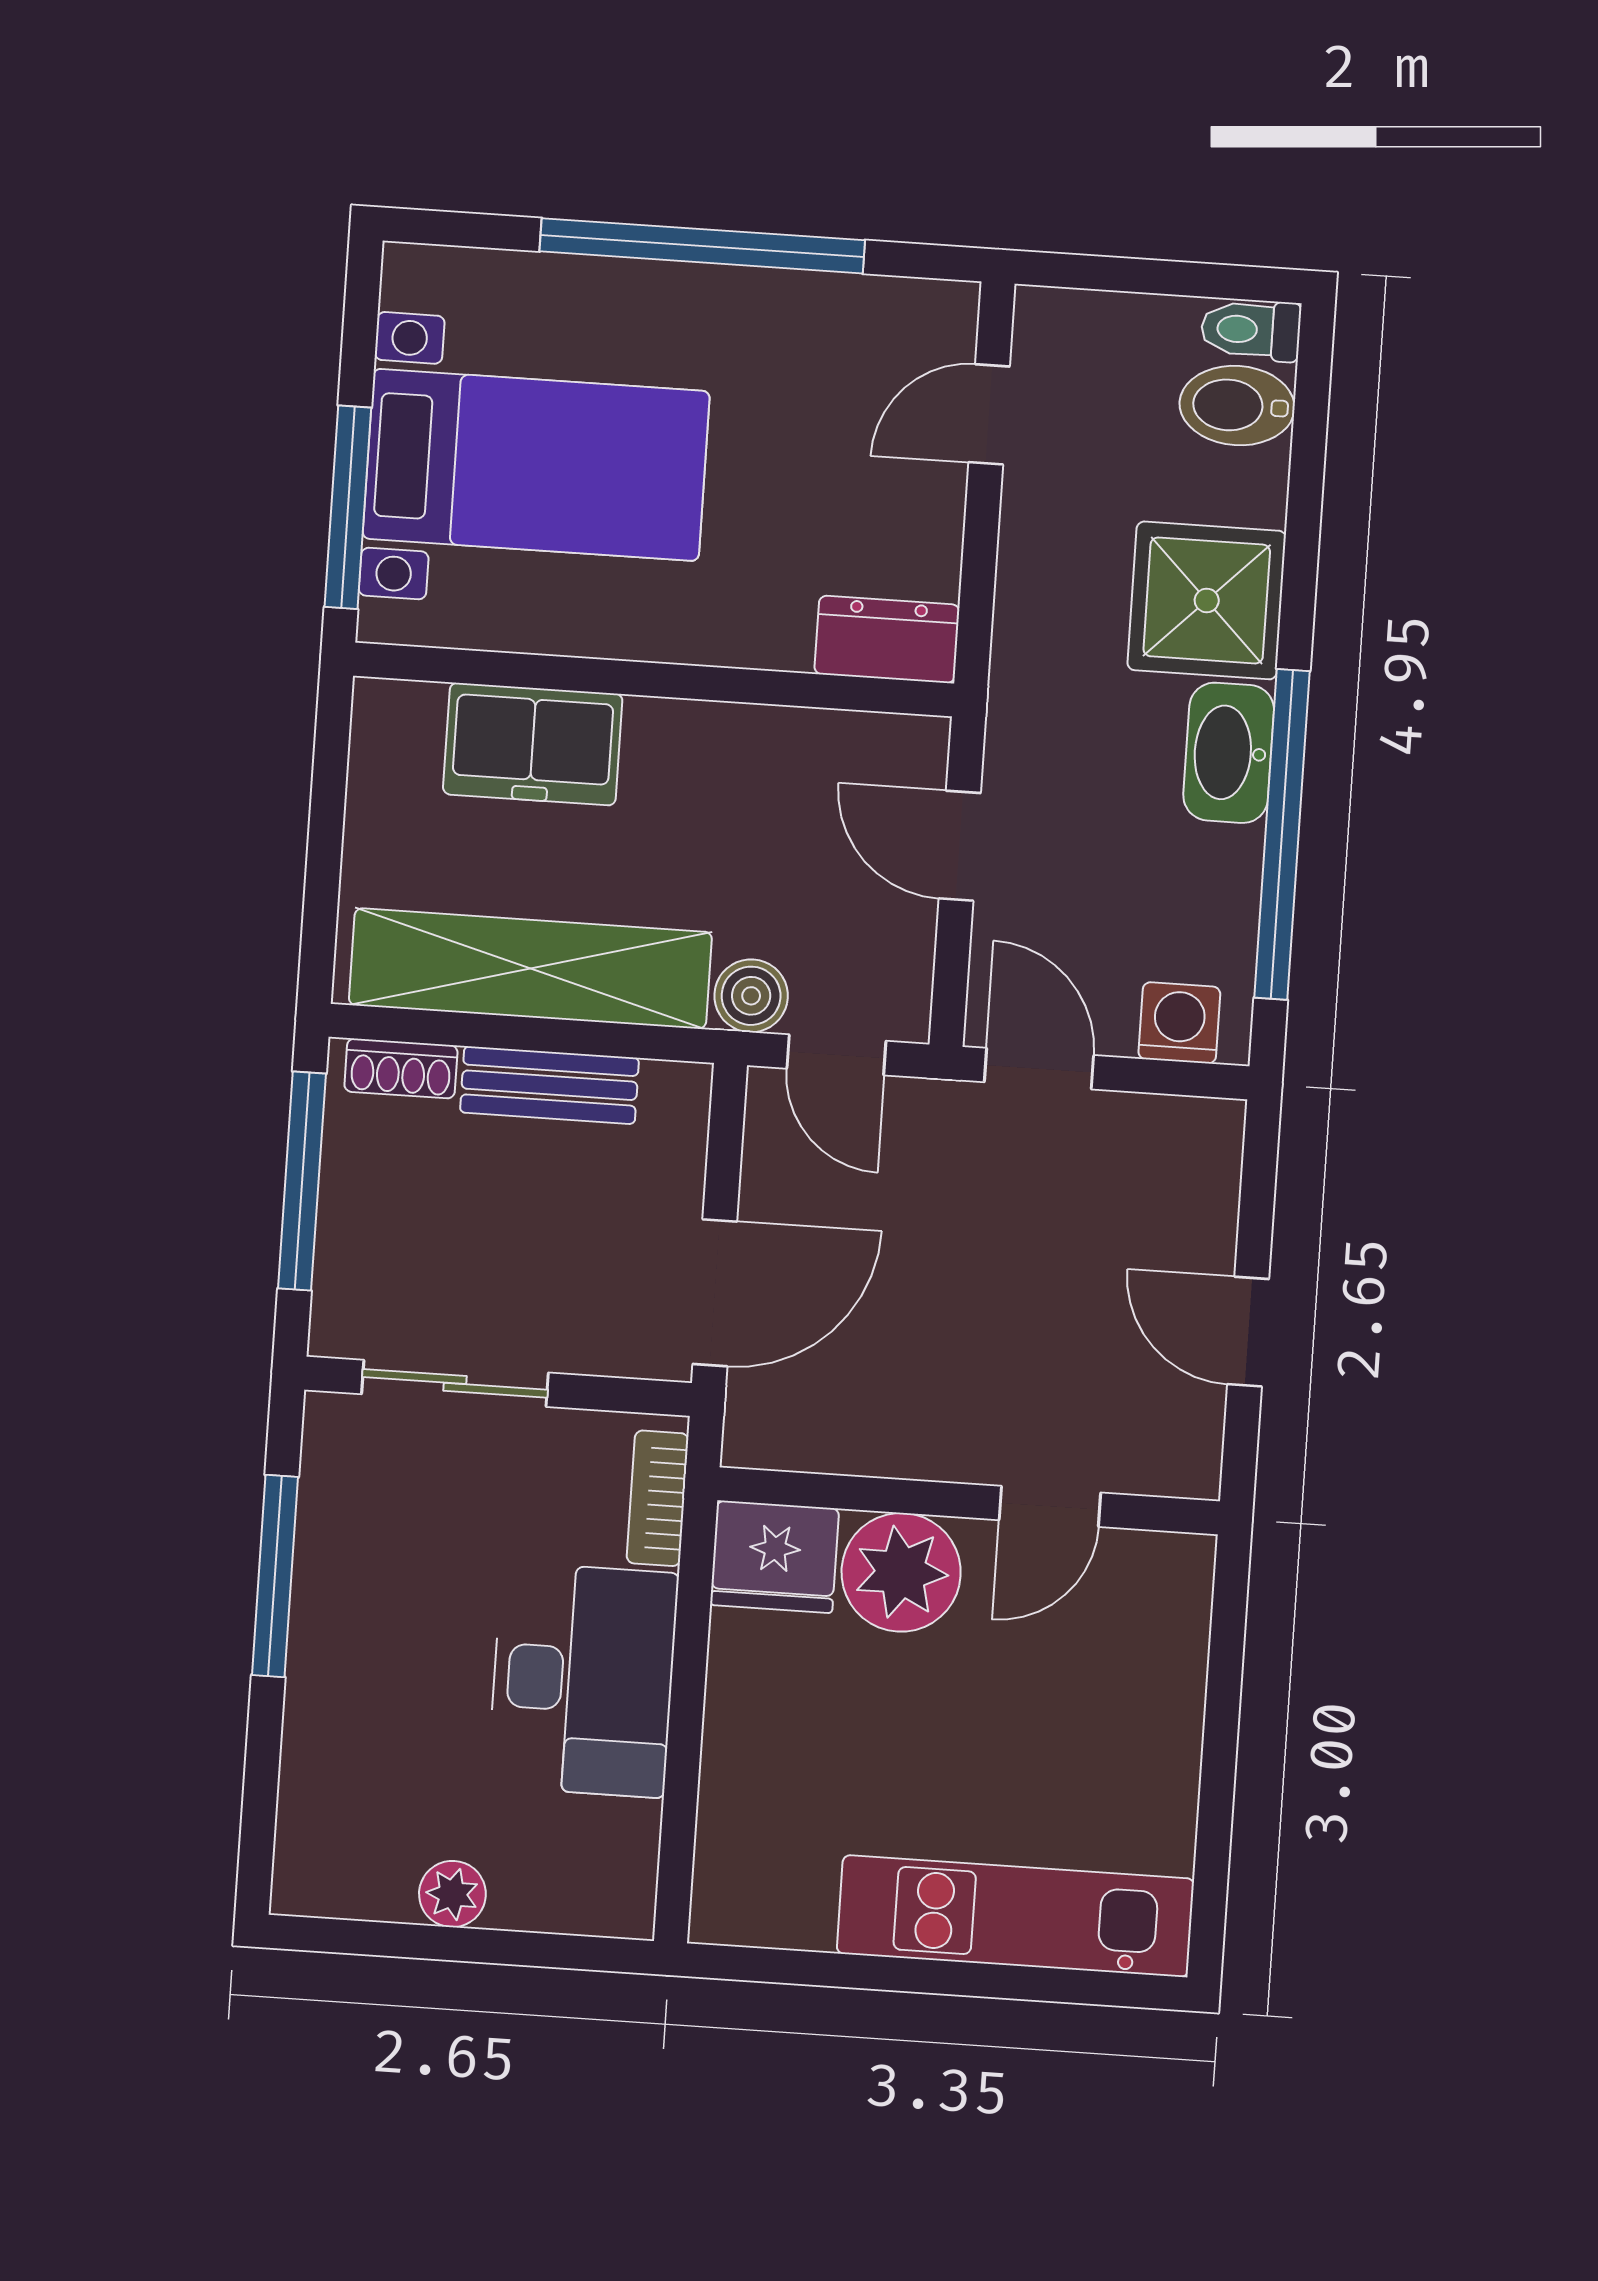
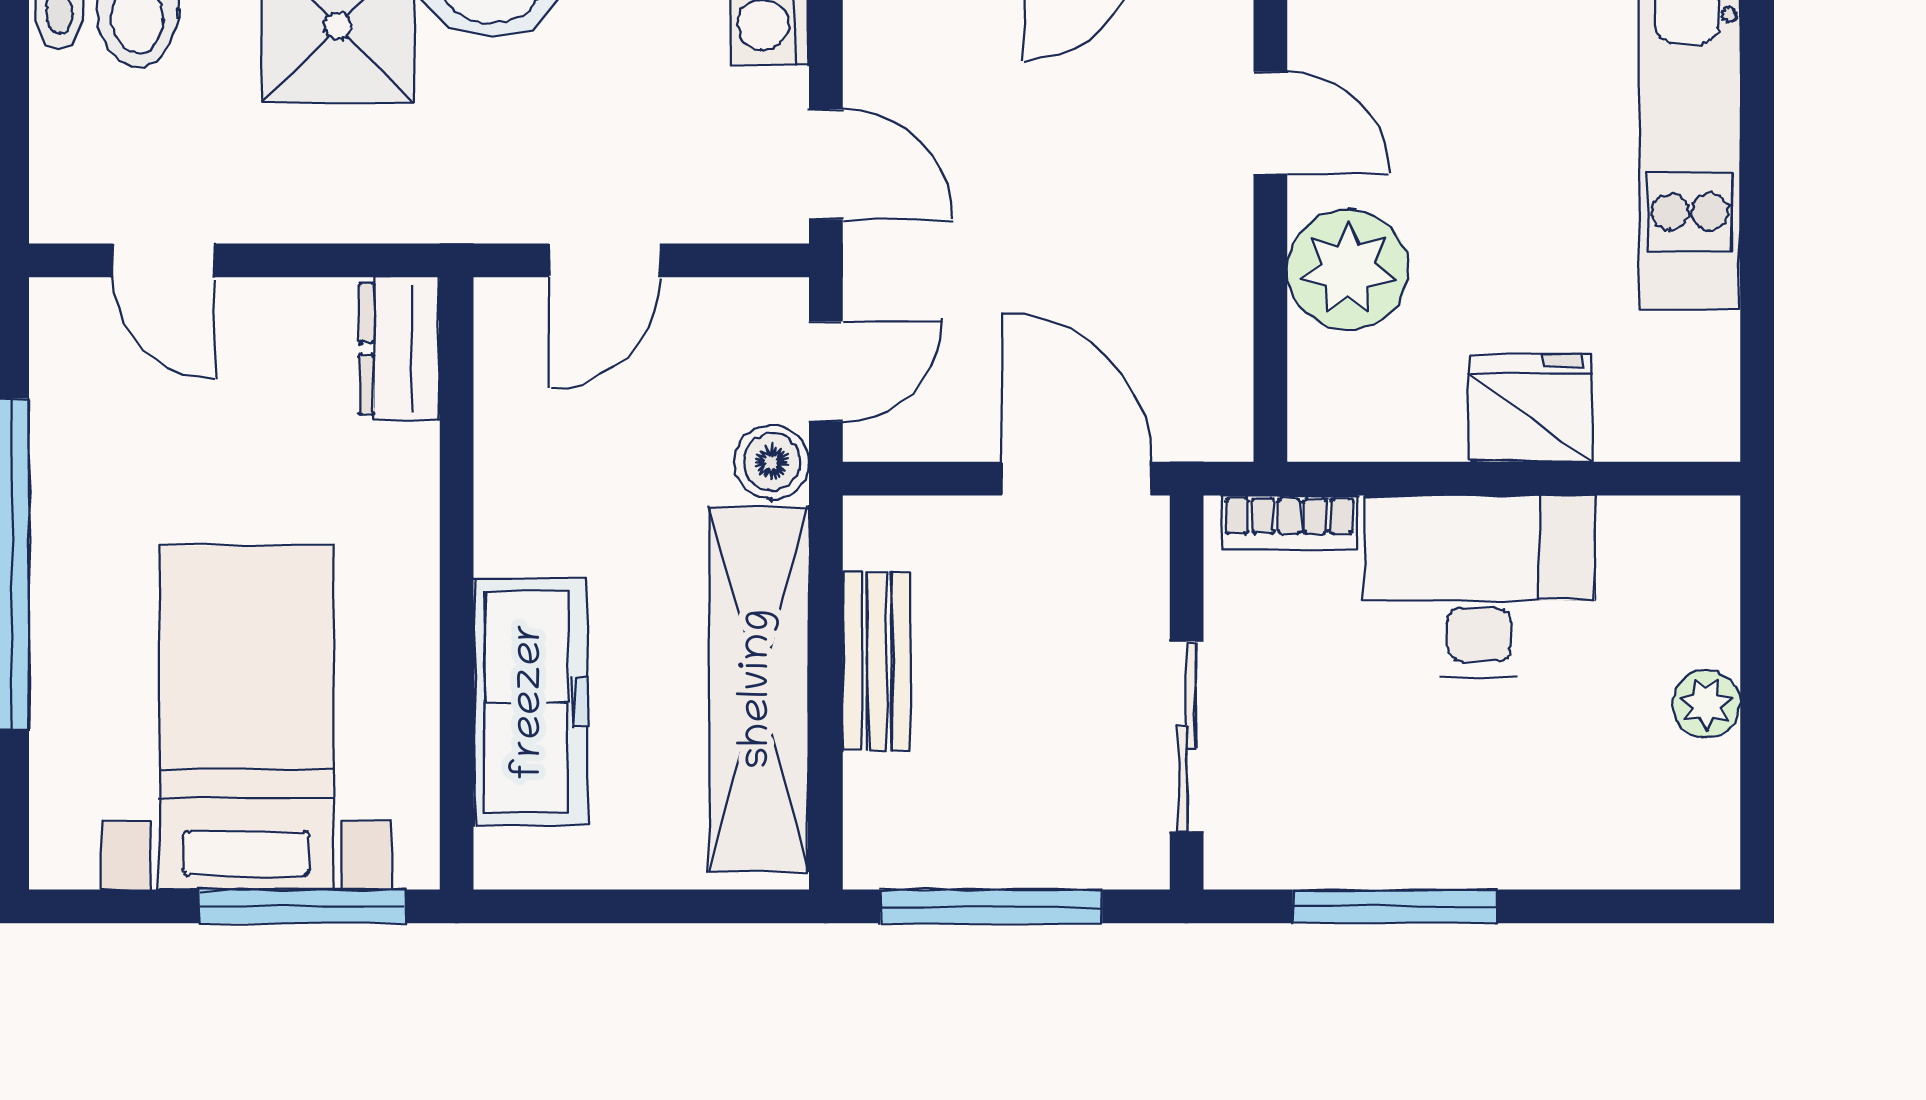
freezer: (533, 744) -> (531, 702), width x1.40
shoe rack: (401, 1068) -> (870, 814), removed
door: (1039, 1069) -> (826, 164), swing flipped
fridge: (775, 1557) -> (1531, 408), moved, turned -90

